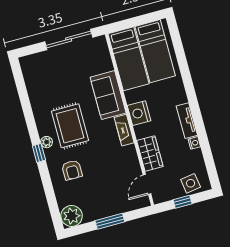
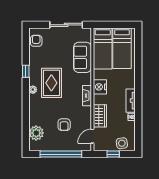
armchair: (33, 73) -> (36, 41), added
sofa: (108, 95) -> (83, 57), moved
window: (39, 153) -> (26, 71), moved
armchair: (72, 170) -> (64, 125), moved
plant: (72, 216) -> (36, 133), moved
window: (110, 221) -> (61, 154), width x2.11

